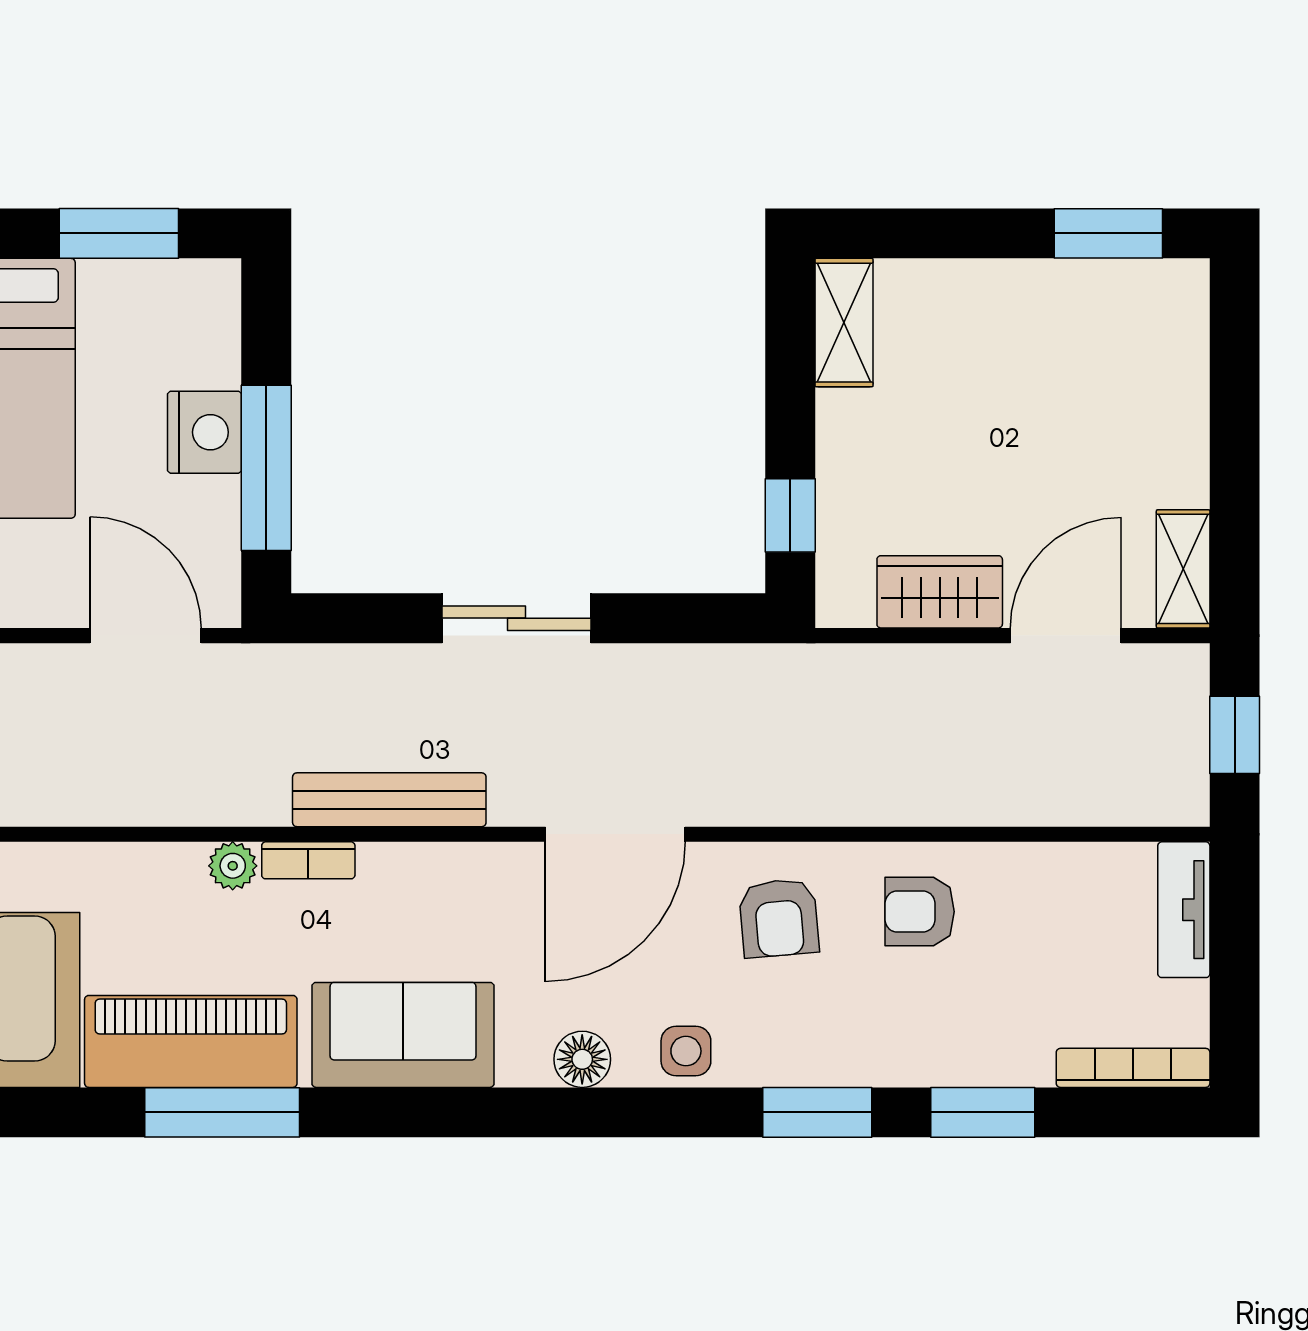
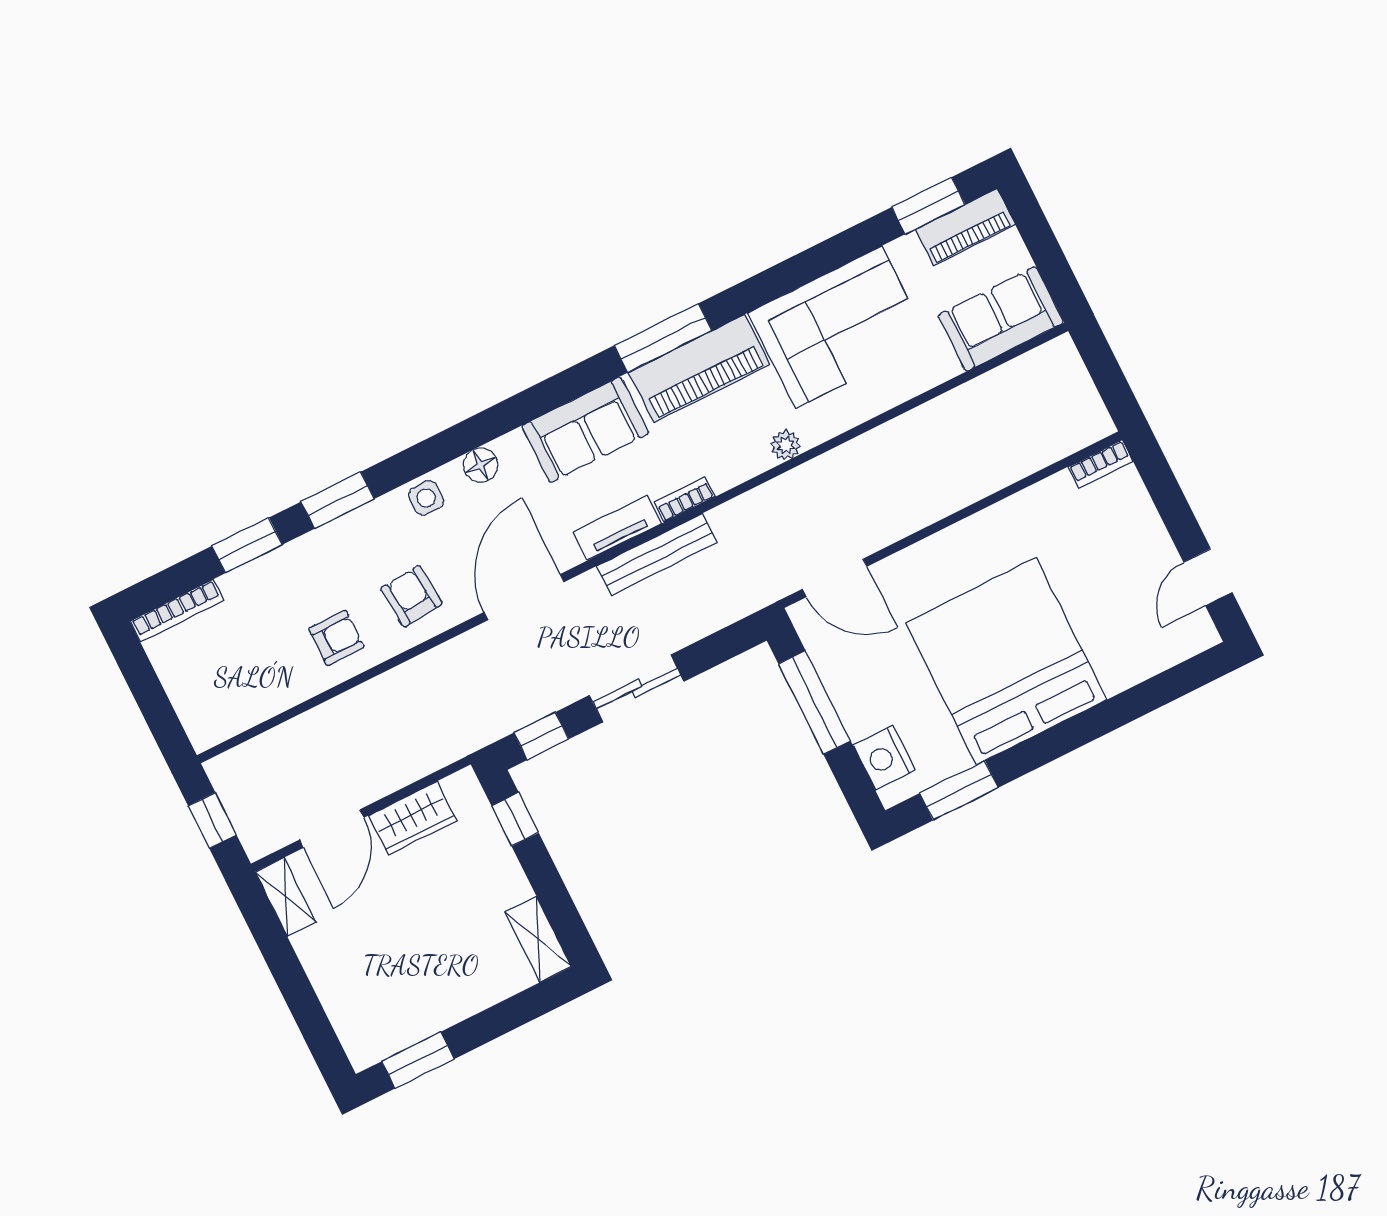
nightstand: (205, 432) -> (884, 758), moved
window: (691, 618) -> (541, 736), added
plant: (233, 866) -> (786, 445), moved
tv unit: (1184, 910) -> (617, 528), moved, turned -90

